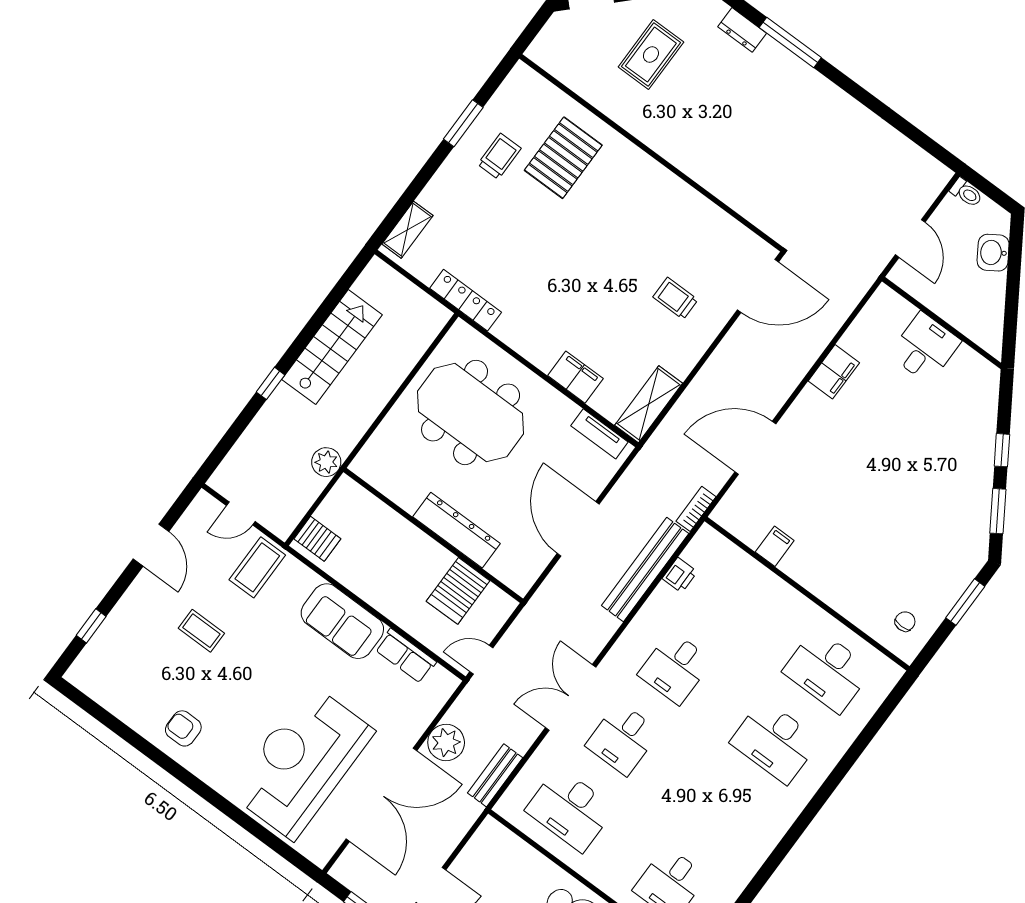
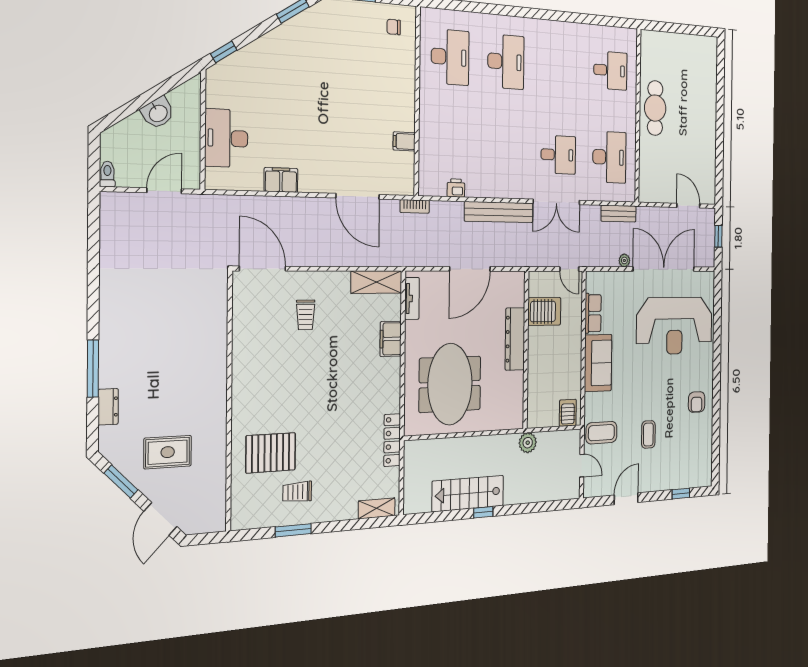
washbasin: (993, 253) -> (158, 113), moved
desk: (925, 348) -> (226, 138), width x1.37
window: (271, 383) -> (483, 512), moved
window: (1002, 450) -> (224, 52), moved
bench: (645, 570) -> (499, 212), moved
desk: (675, 668) -> (505, 152), removed
plant: (446, 742) -> (624, 260), width x0.53, depth x0.53

